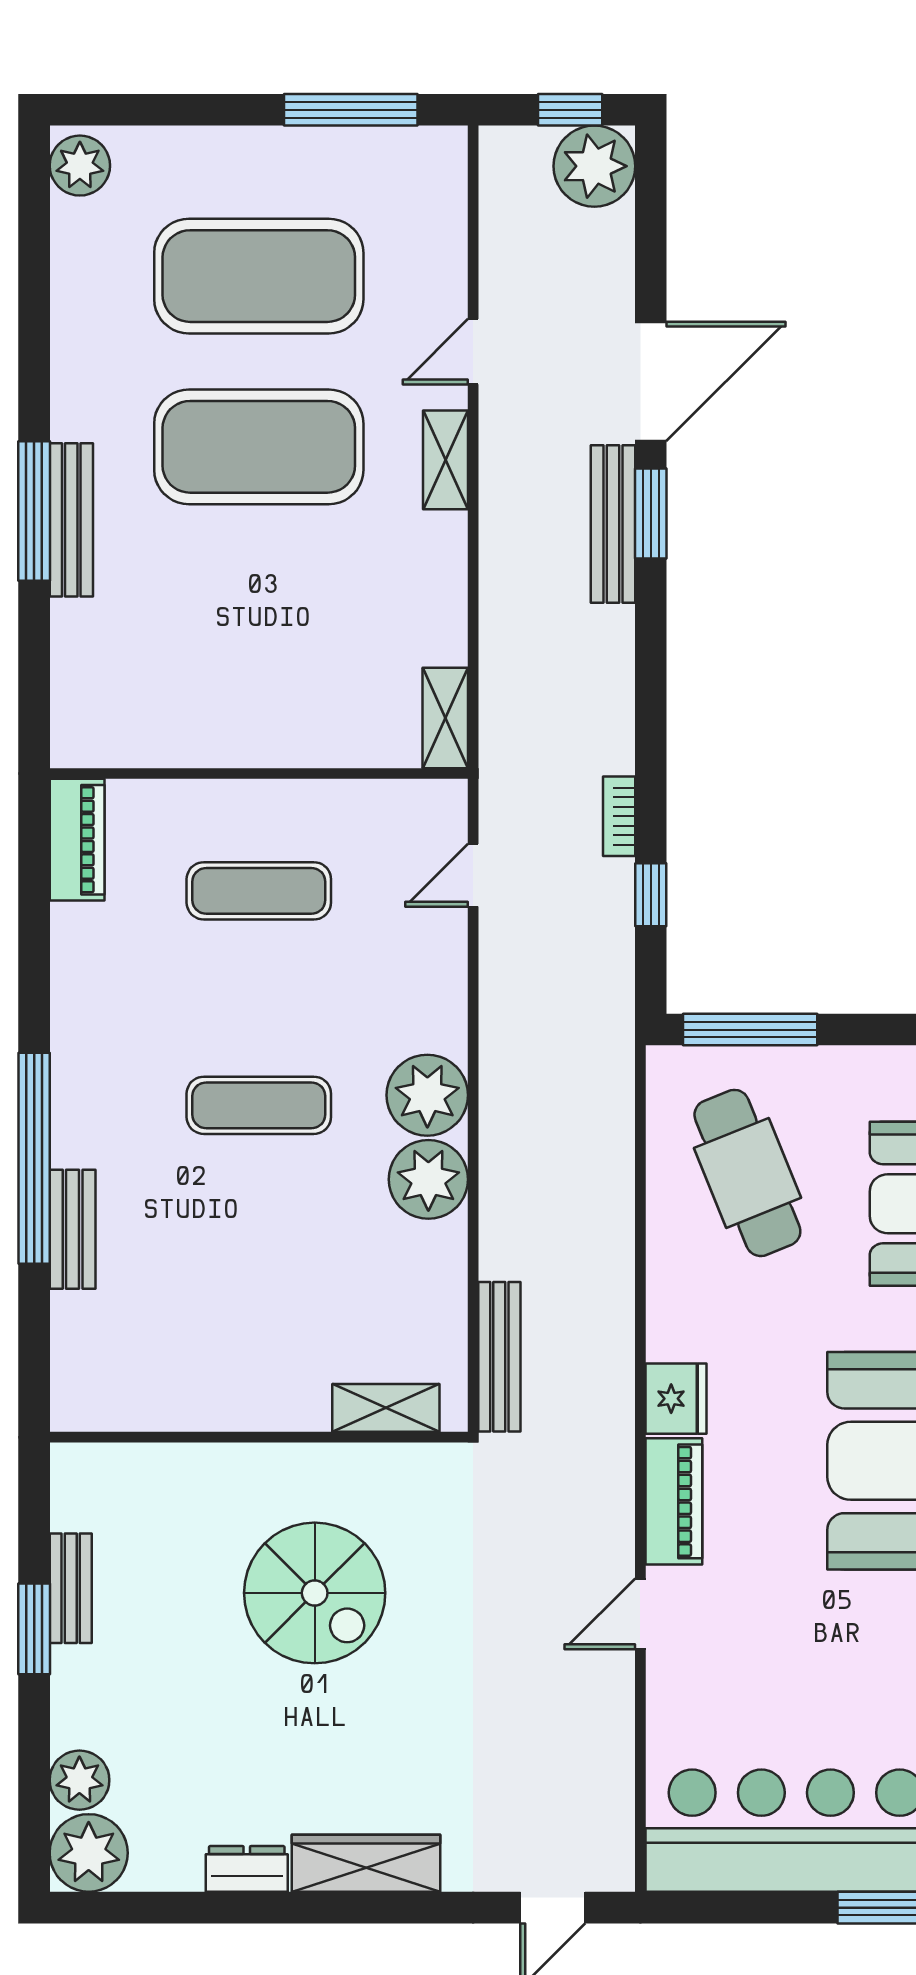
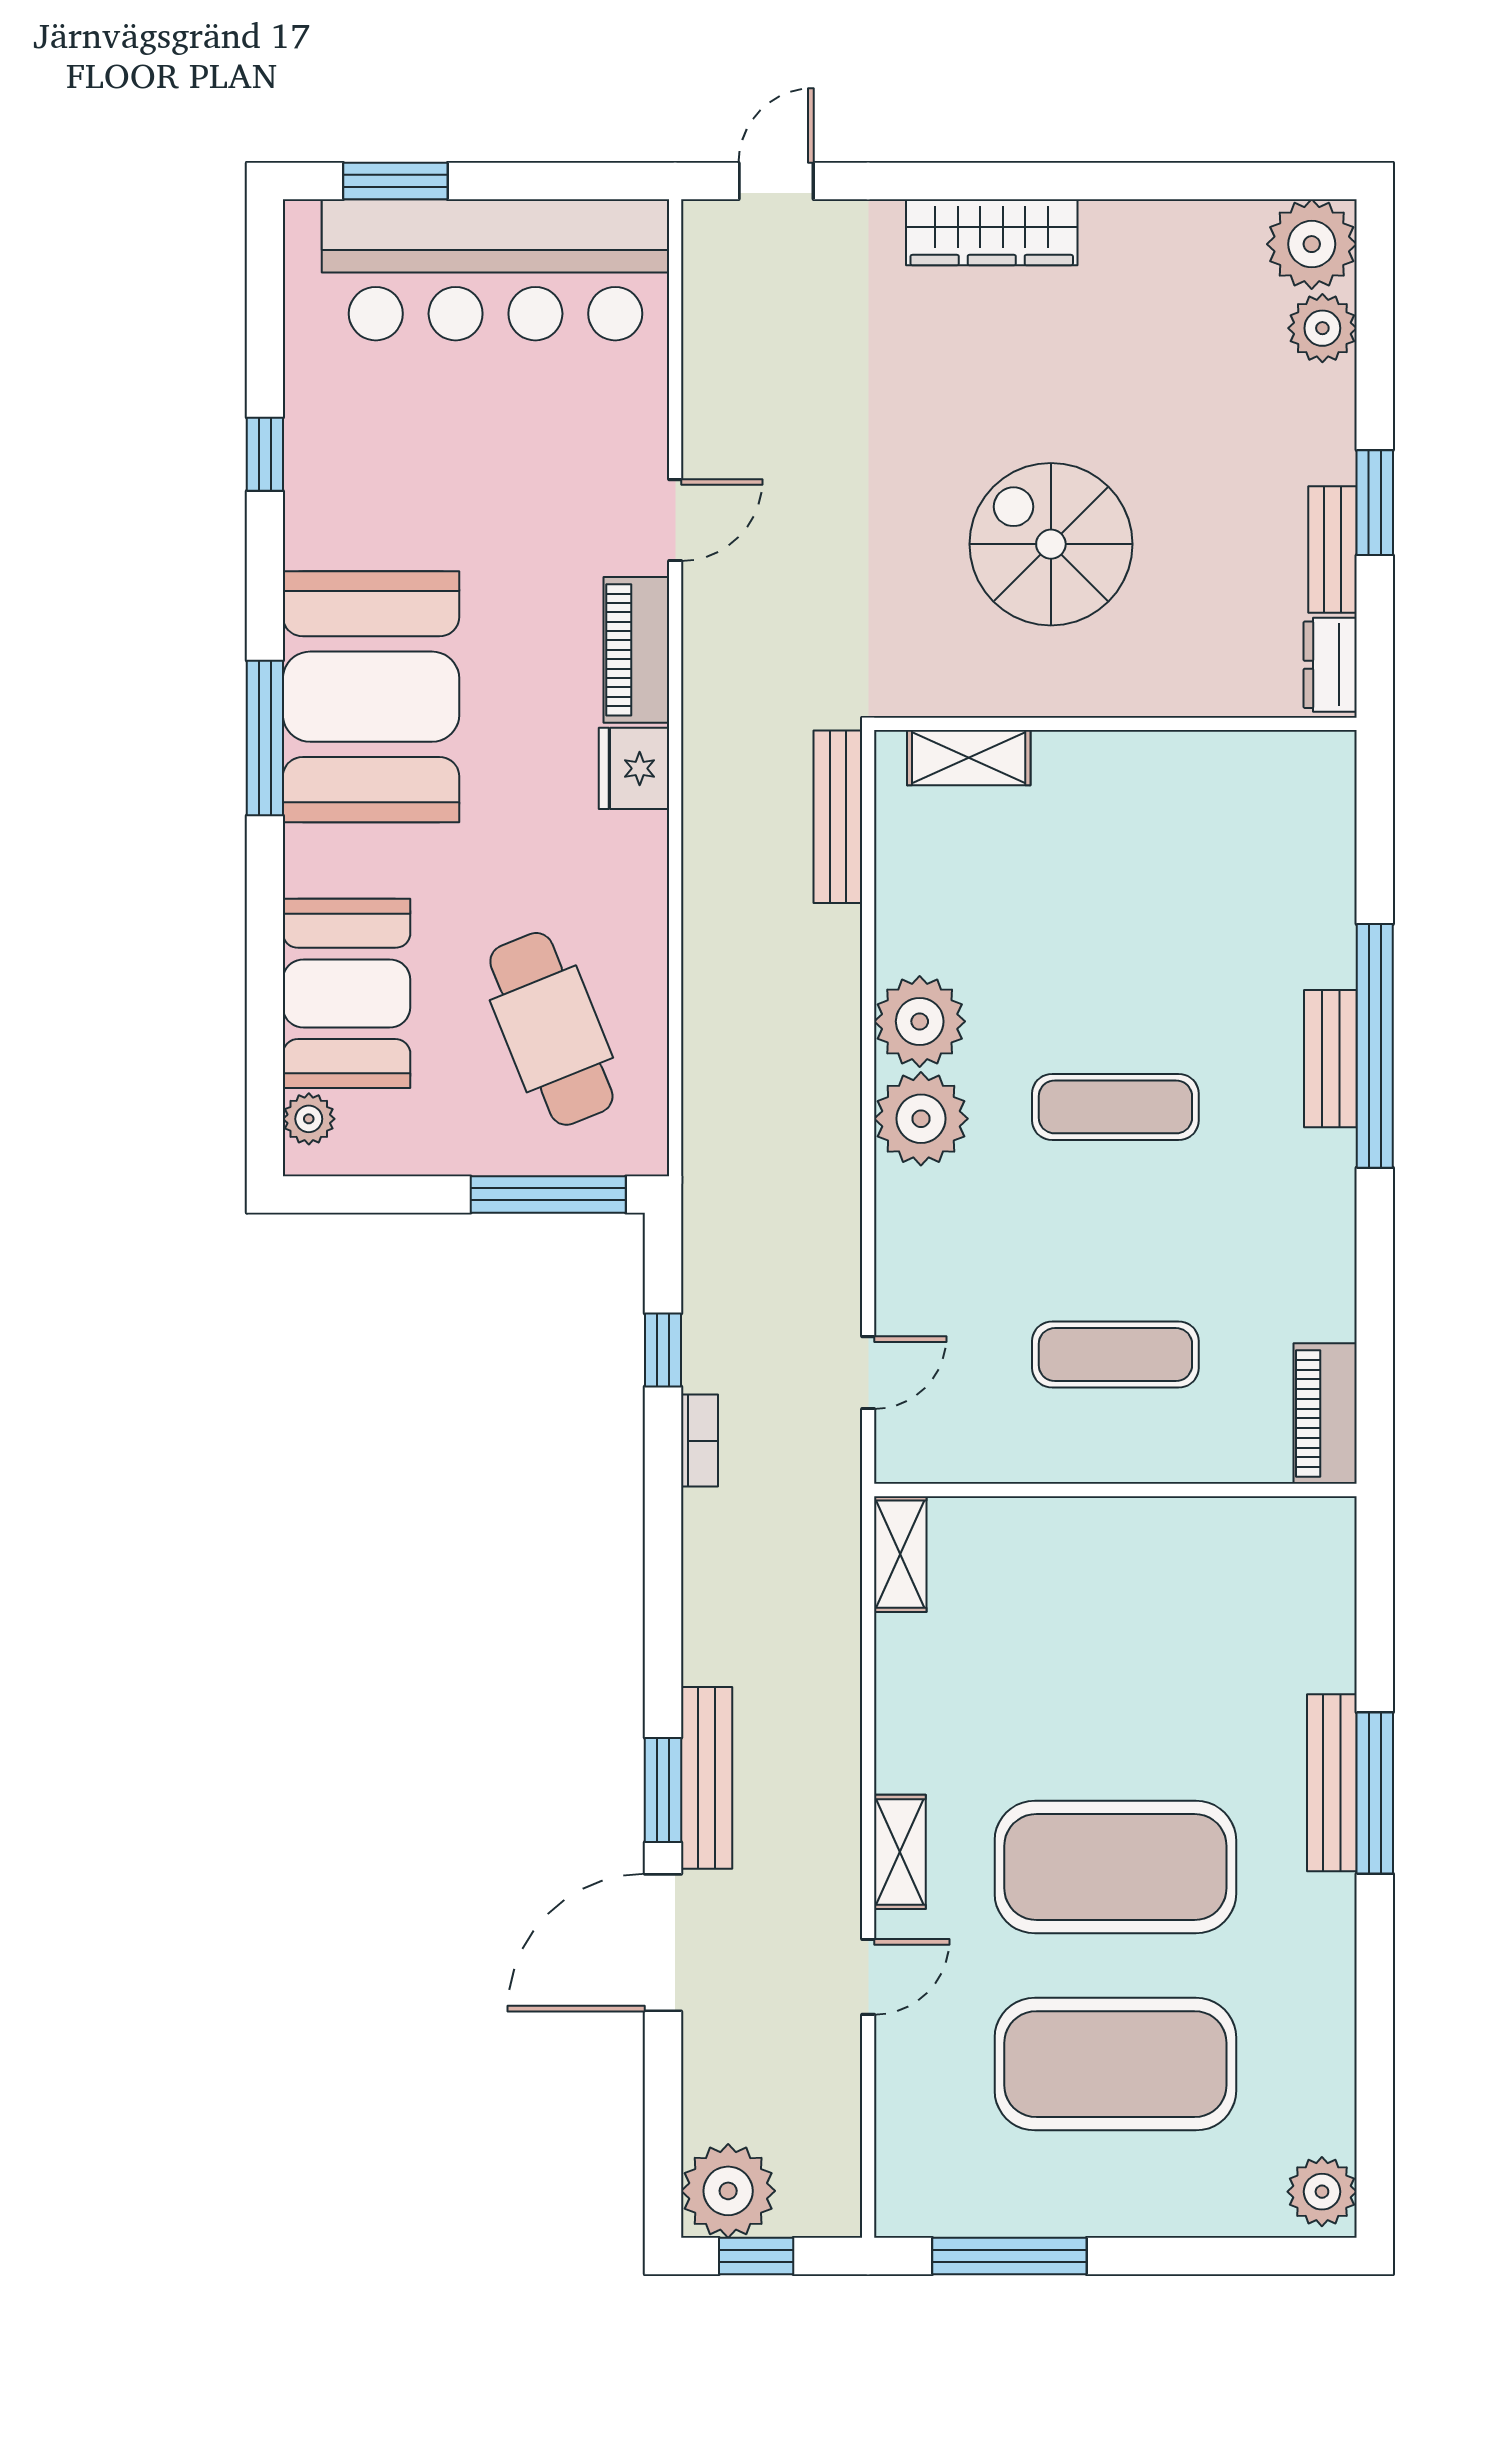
bench: (73, 1229) -> (1330, 1059), moved
dresser: (247, 1869) -> (1330, 665), moved, turned 90

